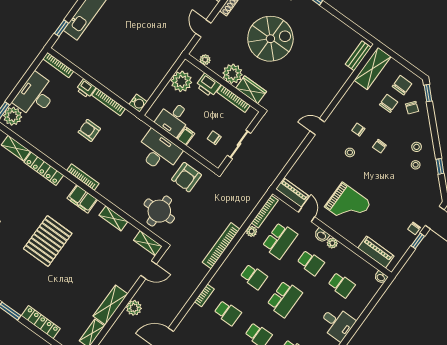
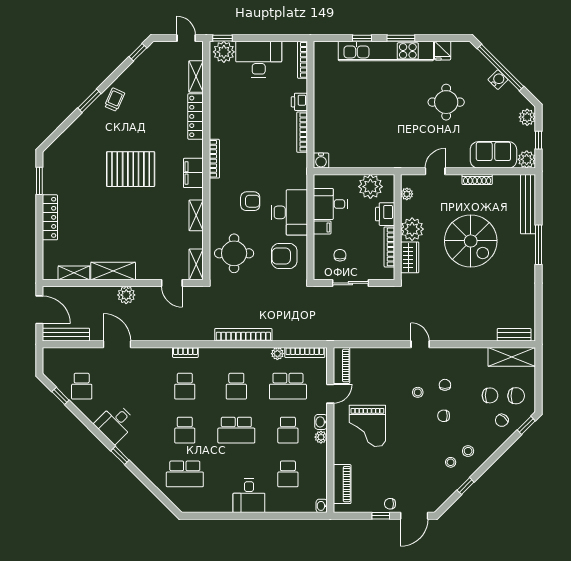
window: (61, 28) -> (362, 38), moved
armchair: (89, 130) -> (250, 201), moved, turned 90

